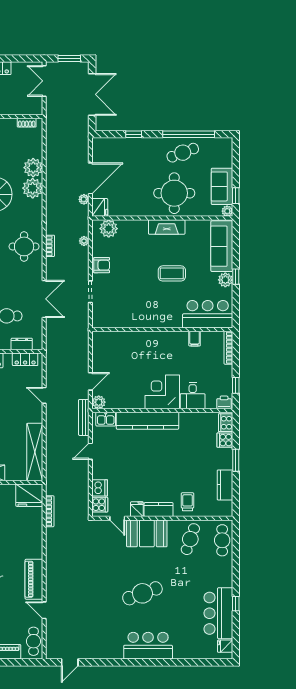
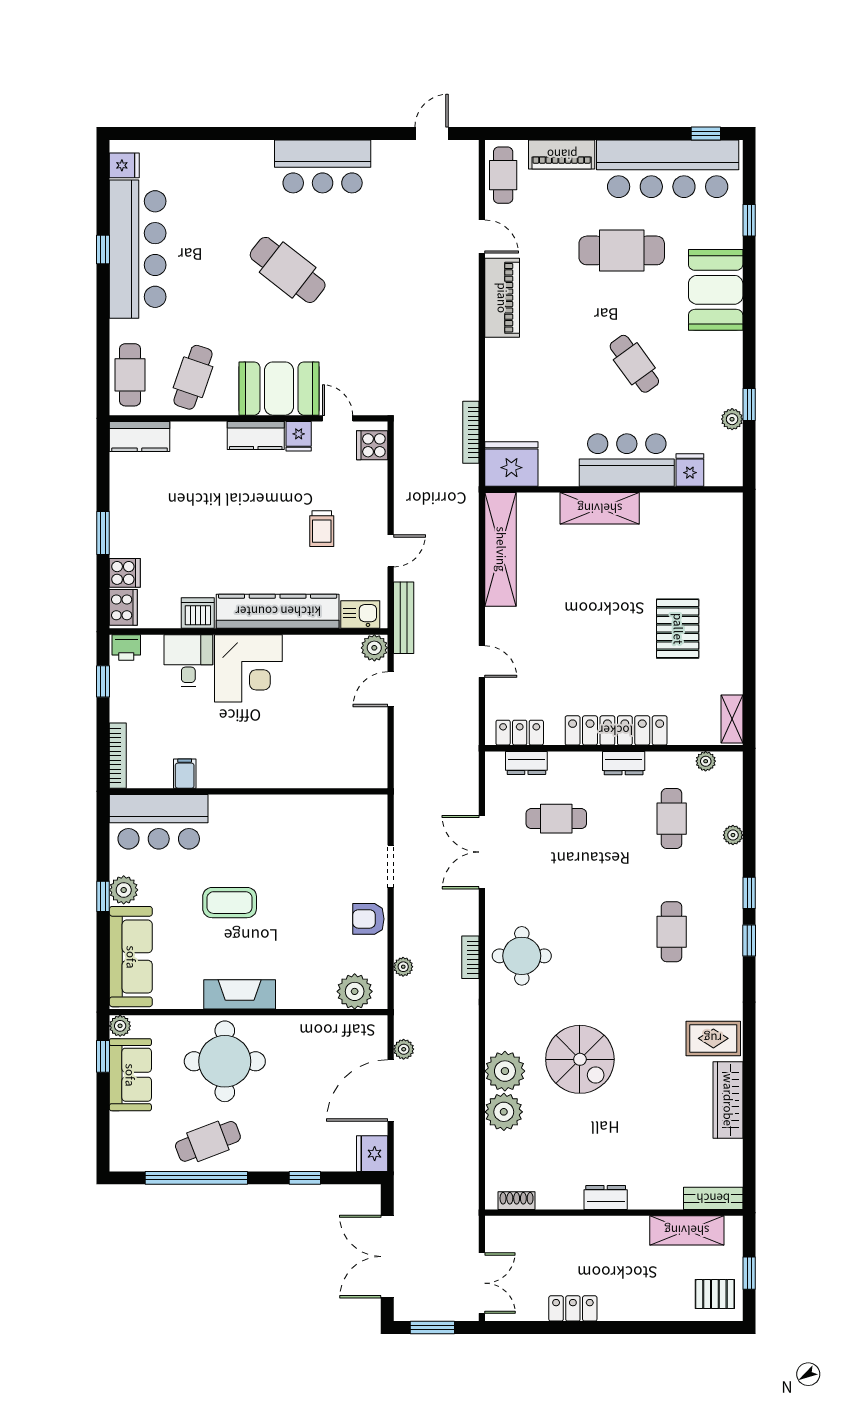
fridge: (100, 207) -> (372, 1154), moved
kitchen counter: (225, 485) -> (140, 436), moved, turned 90
dishwasher: (100, 488) -> (198, 613), moved, turned 90
trolley: (188, 502) -> (322, 529), moved
cafe table: (142, 593) -> (288, 270), turned 58
bar counter: (218, 613) -> (138, 249), width x1.36
bar counter: (148, 646) -> (323, 166), moved

